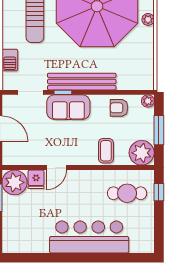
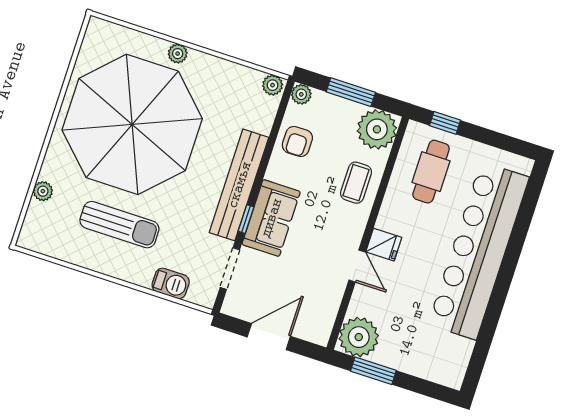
plant: (148, 82) -> (273, 85), added
coffee table: (106, 151) -> (356, 183), turned 90
fridge: (36, 179) -> (384, 245), moved
bar counter: (89, 237) -> (479, 251), width x1.36

